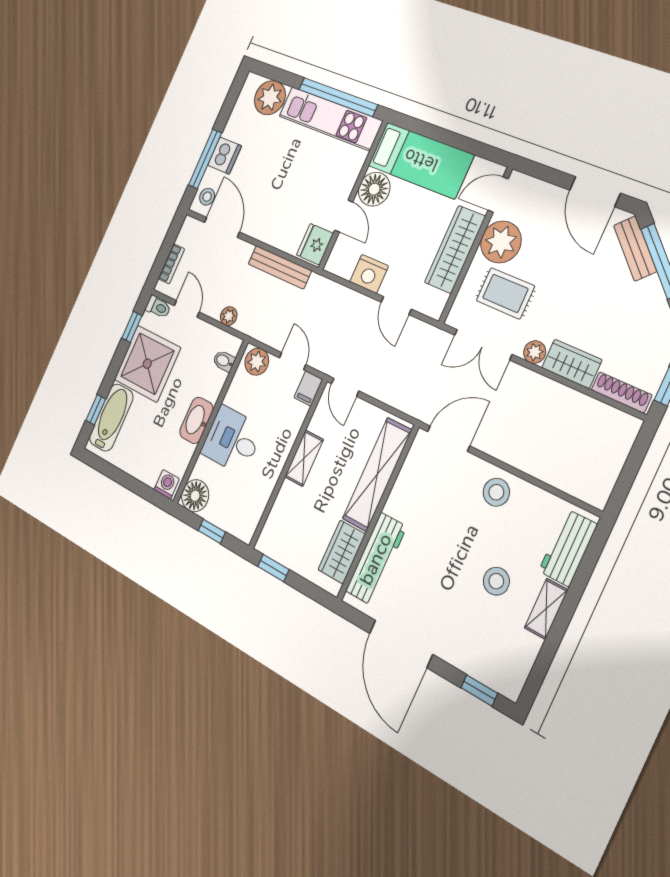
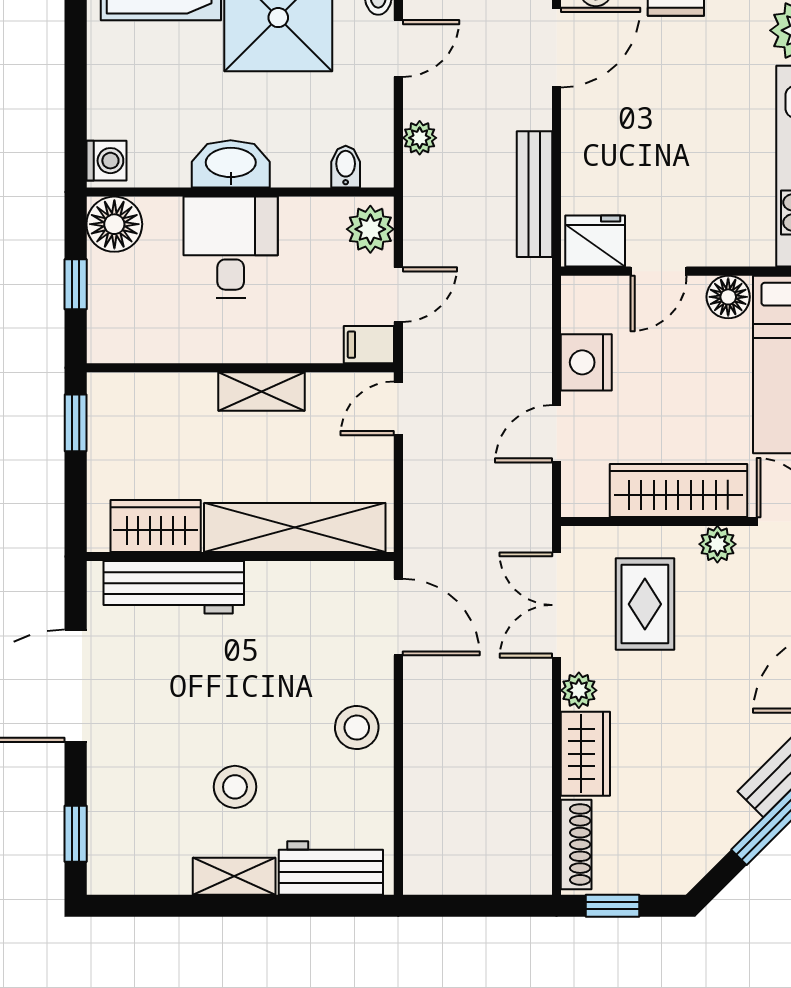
floor lamp: (374, 189) -> (728, 297), width x0.73, depth x0.73
plant: (501, 242) -> (717, 544), width x0.53, depth x0.53

